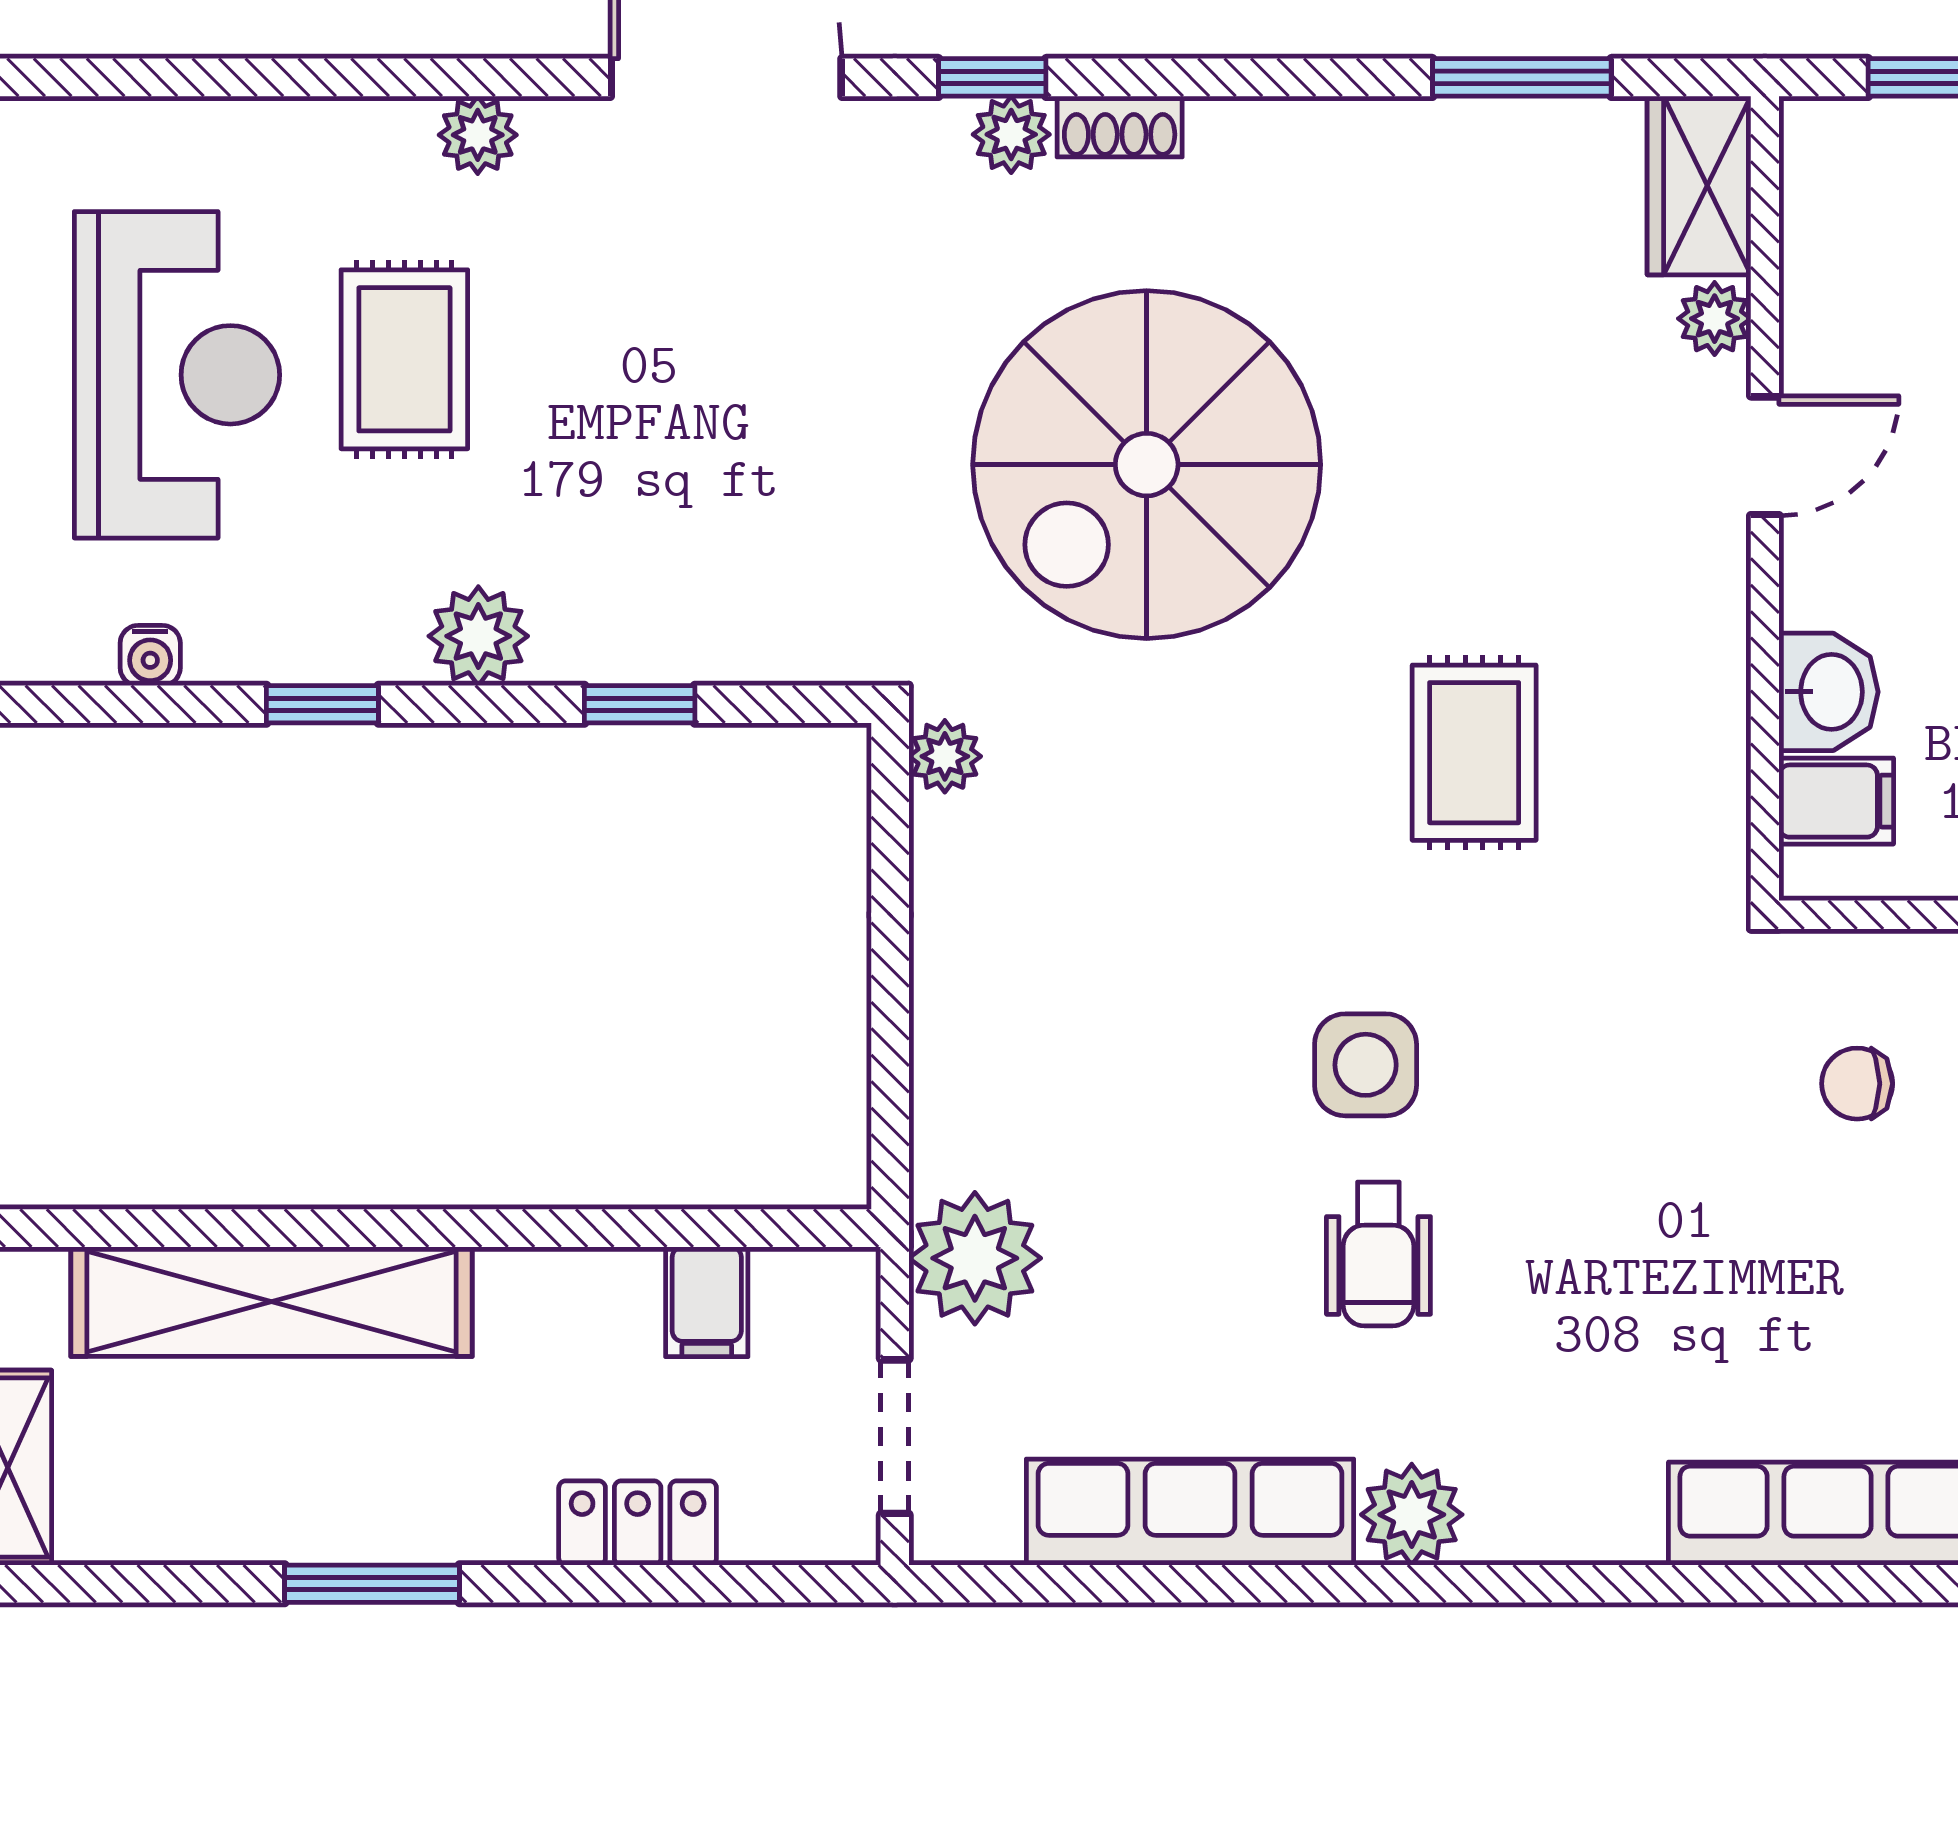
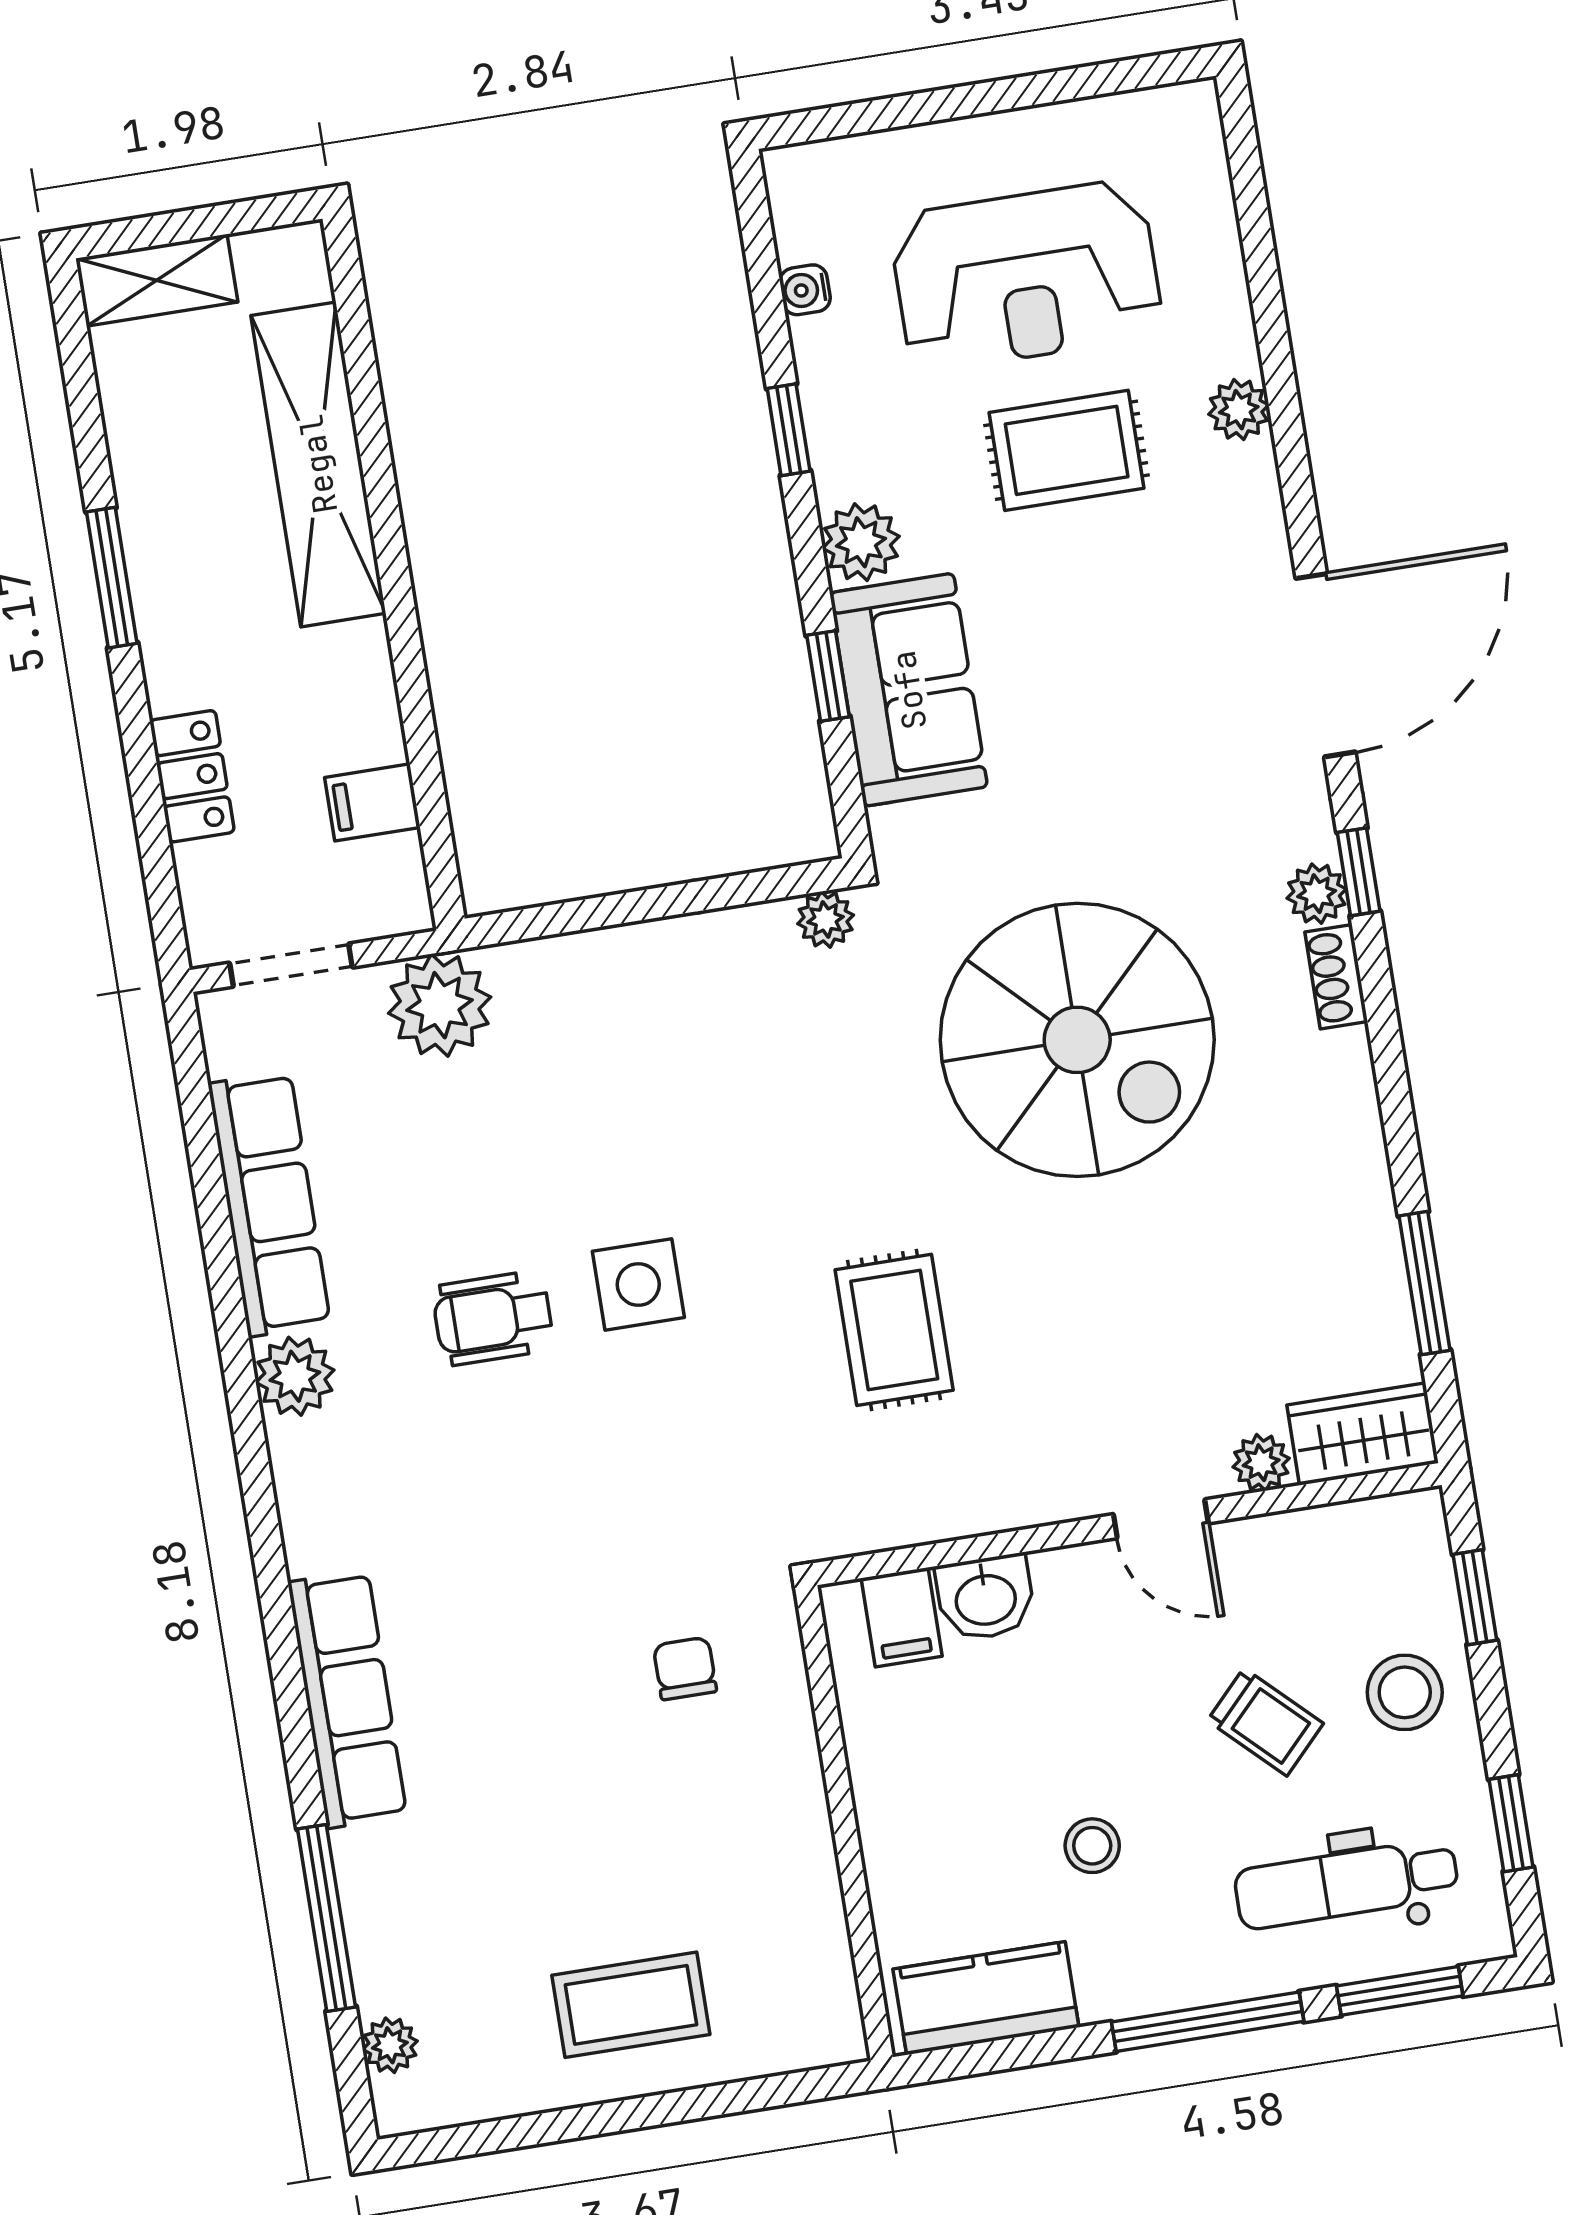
plant: (478, 135) -> (1239, 410), moved
spiral stairs: (1147, 465) -> (1077, 1040), turned 180
sofa: (673, 606) -> (909, 690), added
rug: (1474, 753) -> (894, 1330), turned 90

